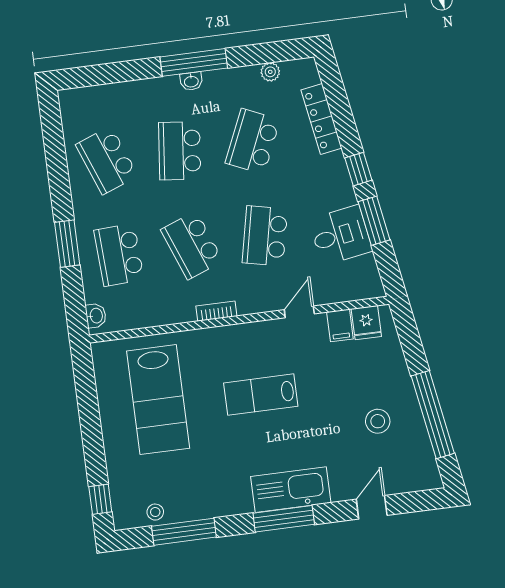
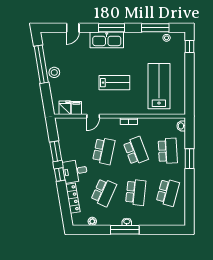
school desk: (107, 160) -> (168, 192), turned 36
desk: (341, 235) -> (75, 171), moved
stool: (378, 421) -> (54, 72), moved

